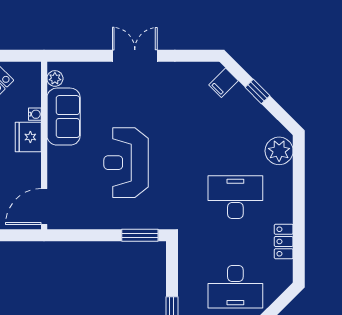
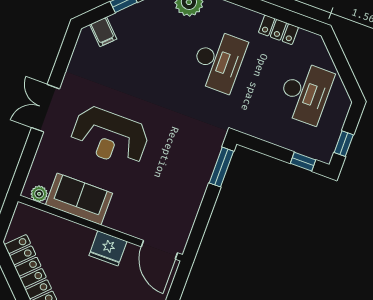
water cooler: (35, 114) -> (67, 226), removed
fridge: (28, 137) -> (108, 248), moved
reception desk: (126, 163) -> (110, 136), moved
desk: (235, 197) -> (218, 61), turned 180

